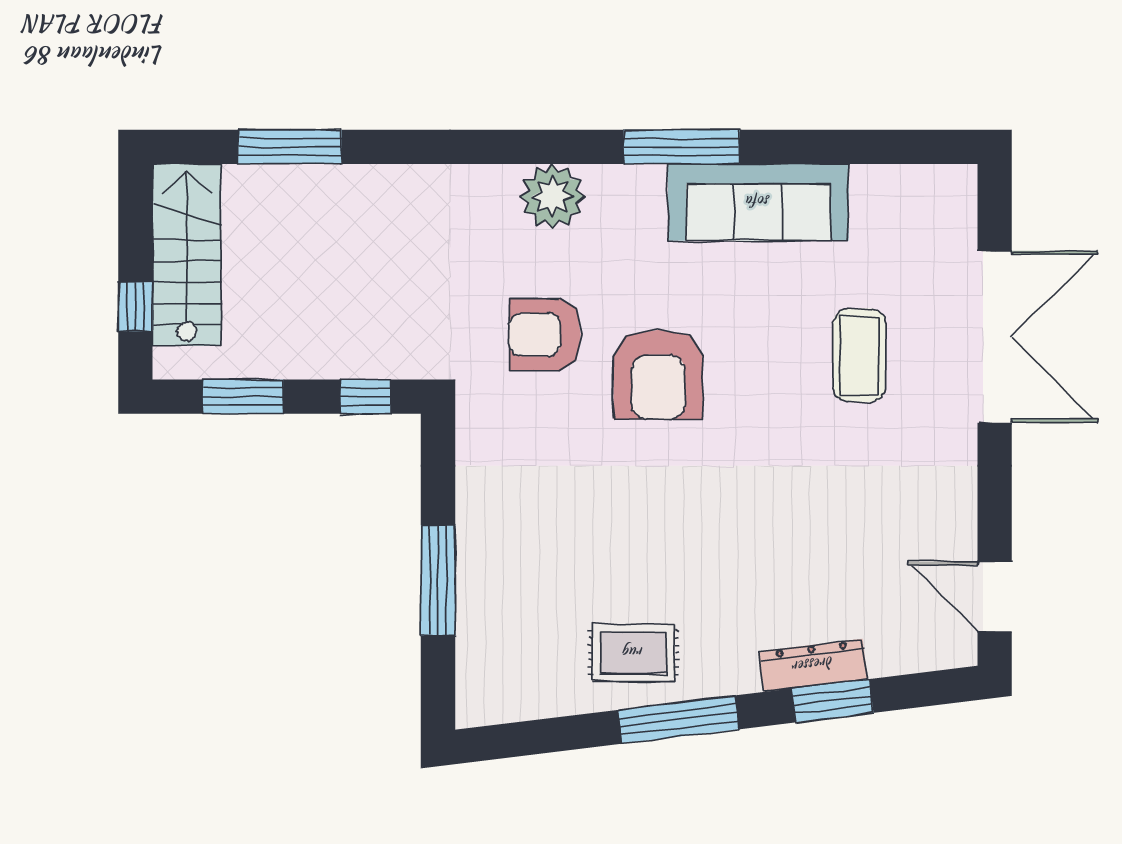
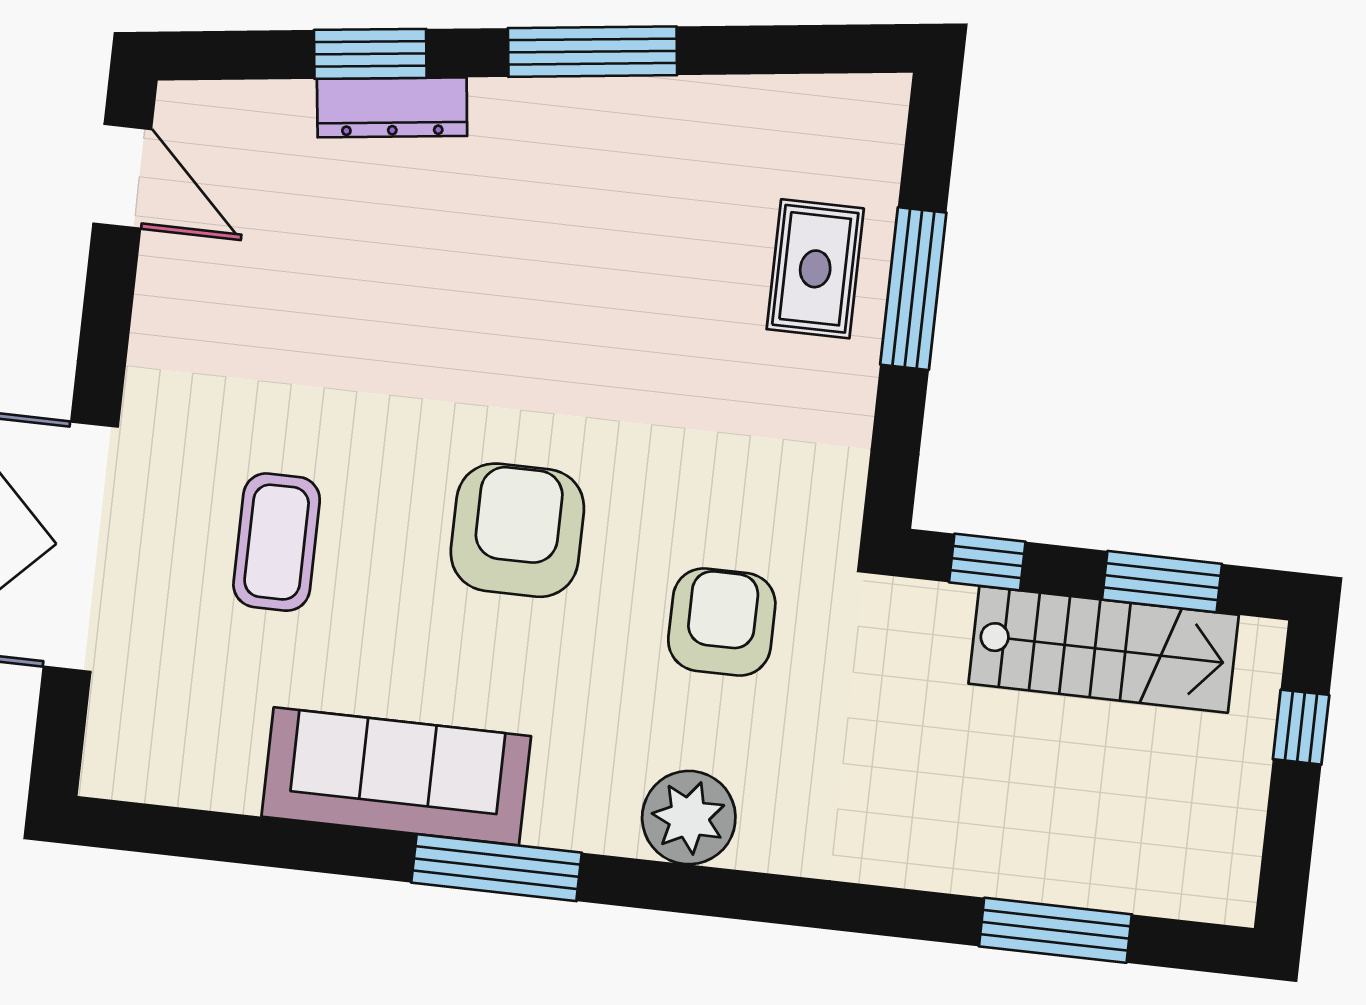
stairs: (187, 255) -> (1104, 649), moved, turned -90
armchair: (545, 335) -> (722, 622), turned -90
armchair: (658, 374) -> (517, 530), moved
rug: (633, 653) -> (815, 269), moved, turned 90

